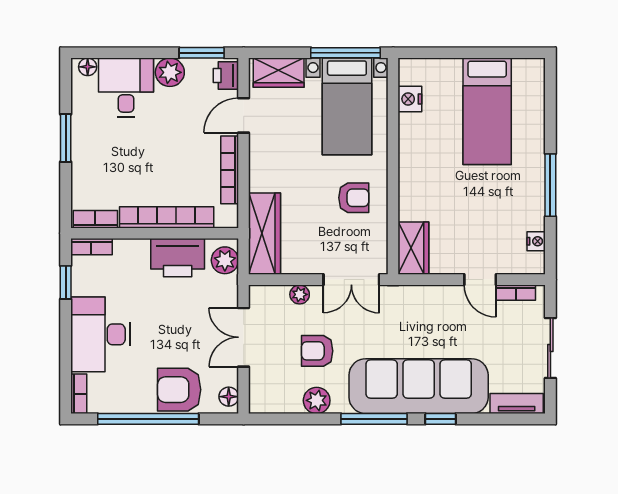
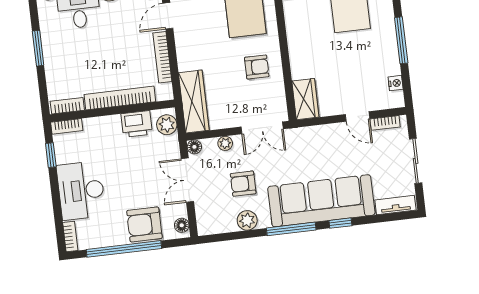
printer: (178, 258) -> (137, 124), width x0.73, depth x0.84
floor lamp: (258, 294) -> (194, 147), added

